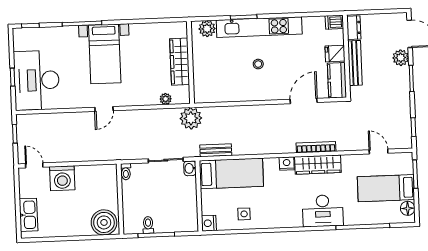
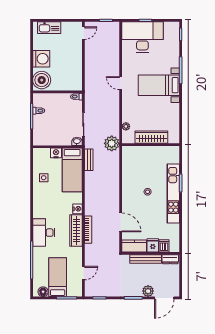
dishwasher: (334, 22) -> (164, 246), moved
plant: (207, 29) -> (174, 157), removed
washing machine: (62, 178) -> (41, 59), moved, turned 180
nightstand: (209, 223) -> (56, 153), moved

